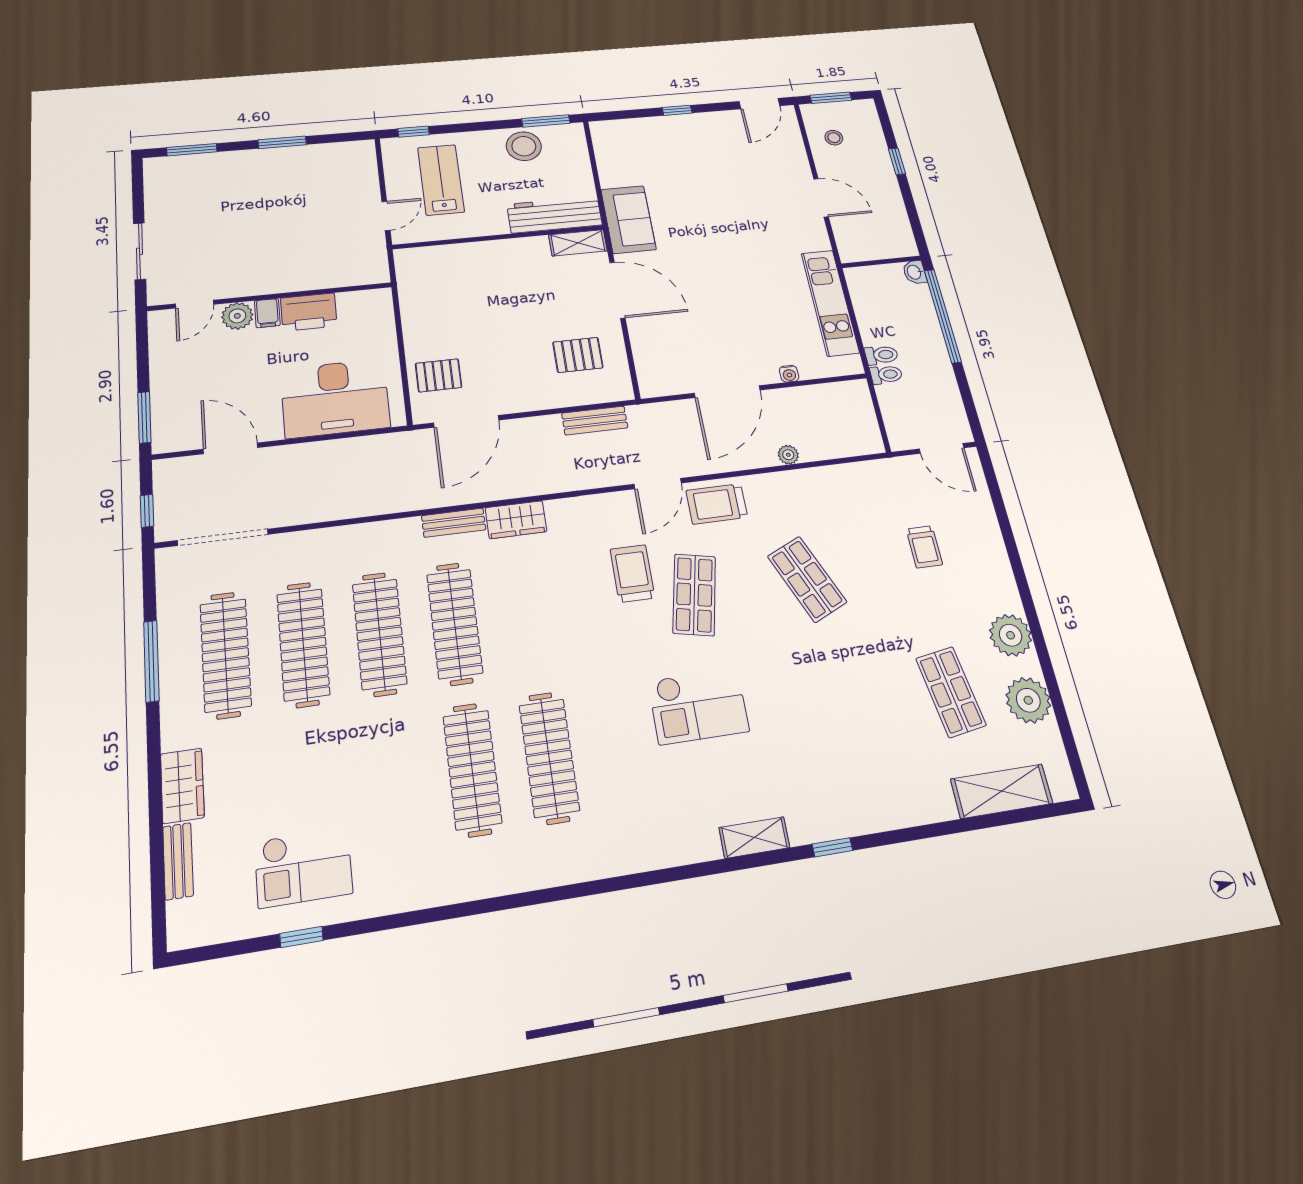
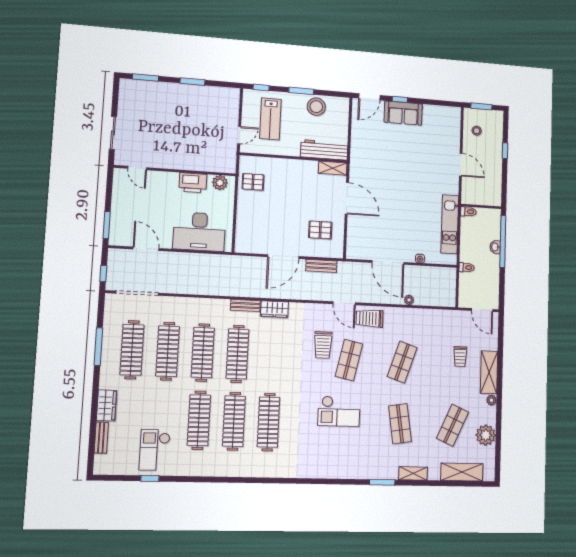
door: (759, 104) -> (369, 97), moved
window: (546, 121) -> (301, 91), moved
lab bench: (441, 180) -> (270, 119), turned 180
sofa: (628, 219) -> (403, 113), moved, turned 90
washbasin: (915, 272) -> (495, 247), moved
door: (195, 304) -> (137, 168), hinge flipped
filing cabinet: (267, 313) -> (172, 180), removed
plant: (237, 316) -> (220, 183), moved
toilet: (881, 355) -> (468, 212), moved
pallet: (439, 375) -> (253, 182), moved
door: (727, 392) -> (388, 262), hinge flipped
door: (466, 421) -> (283, 257), moved
door: (658, 484) -> (344, 303), hinge flipped
shelving: (994, 568) -> (489, 372), added
trolley: (632, 573) -> (323, 345), turned 180
shop shelf: (807, 579) -> (402, 362), turned 42
plant: (1011, 635) -> (491, 400), width x0.53, depth x0.53
shop shelf: (951, 692) -> (453, 425), turned 33
shop shelf: (837, 709) -> (400, 424), added
clothes rail: (394, 781) -> (199, 420), added
shelving: (754, 838) -> (413, 473), moved
window: (832, 847) -> (382, 482), width x1.50
checkout: (303, 867) -> (155, 450), turned 90

